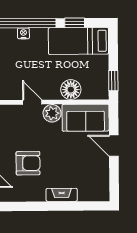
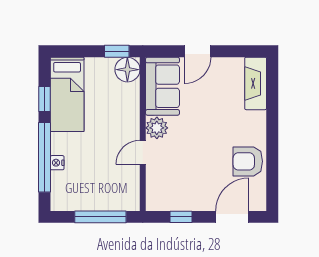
floor lamp: (71, 90) -> (127, 70), moved
armchair: (28, 163) -> (248, 161), moved, turned -90
fireplace: (62, 195) -> (256, 83), moved, width x1.37, depth x1.32

